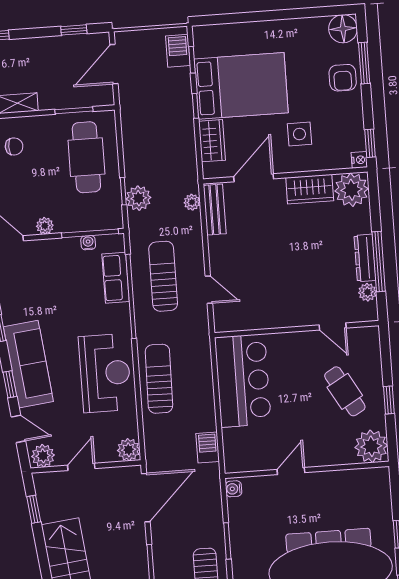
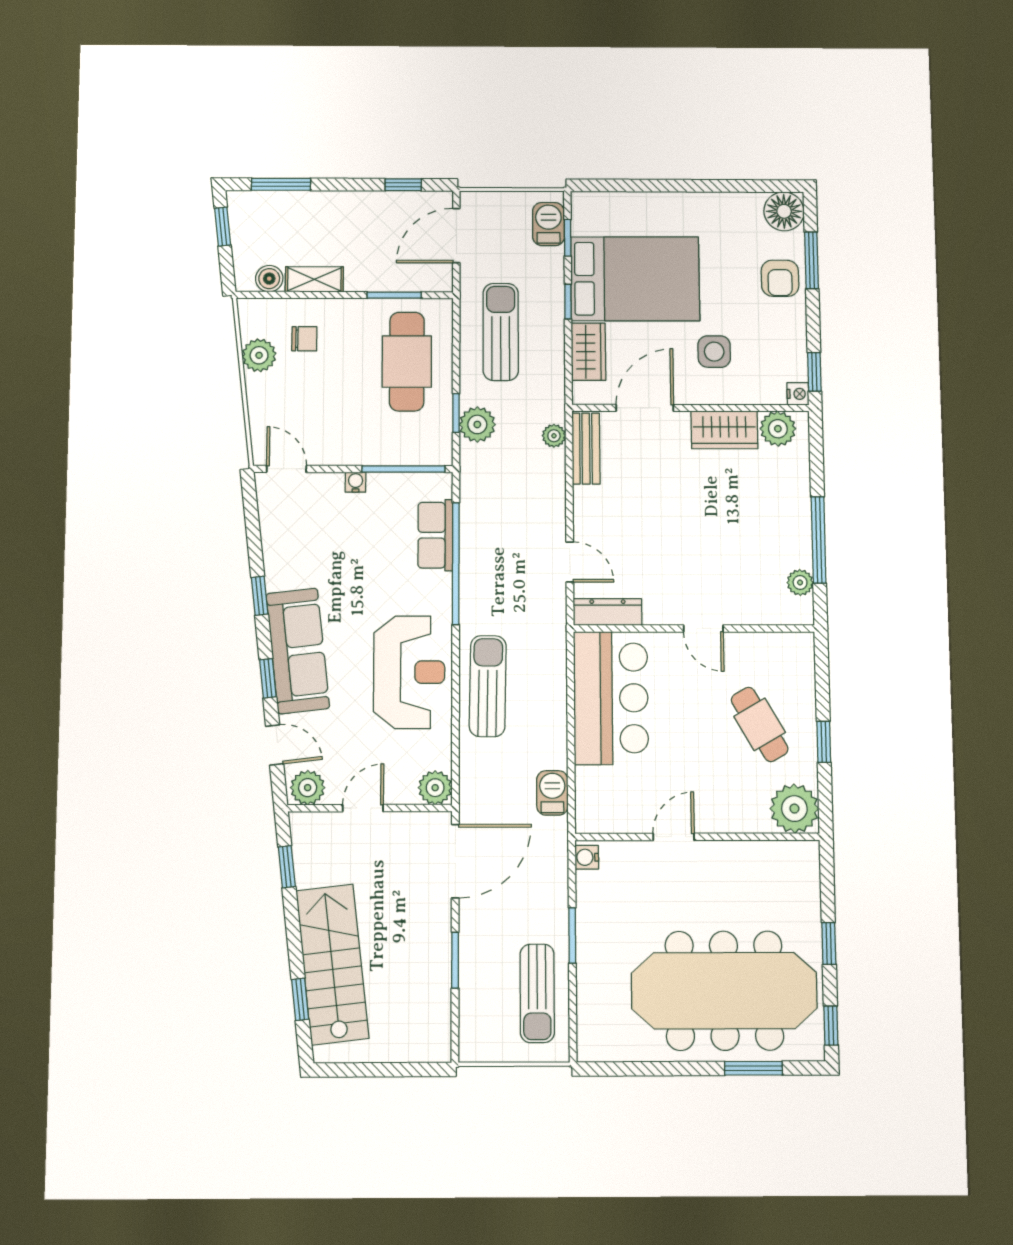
plant: (352, 190) -> (778, 429), width x0.73, depth x0.73
plant: (45, 226) -> (339, 454), removed
water cooler: (88, 243) -> (356, 482), moved
dresser: (365, 258) -> (608, 612), moved, turned 90
sun lounger: (163, 276) -> (501, 332), moved
door: (333, 327) -> (703, 628), moved

